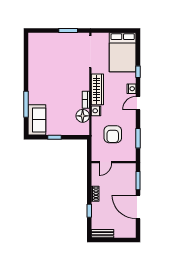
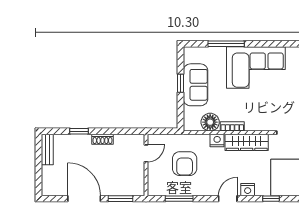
corner sofa: (43, 83) -> (256, 67), added
door: (138, 103) -> (228, 199), hinge flipped
sofa: (37, 120) -> (195, 85), moved, turned -90
armchair: (113, 134) -> (185, 164), turned -90
door: (105, 162) -> (146, 153), swing flipped
door: (138, 207) -> (84, 199), hinge flipped

